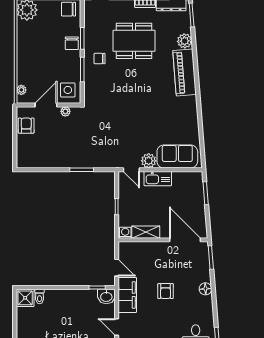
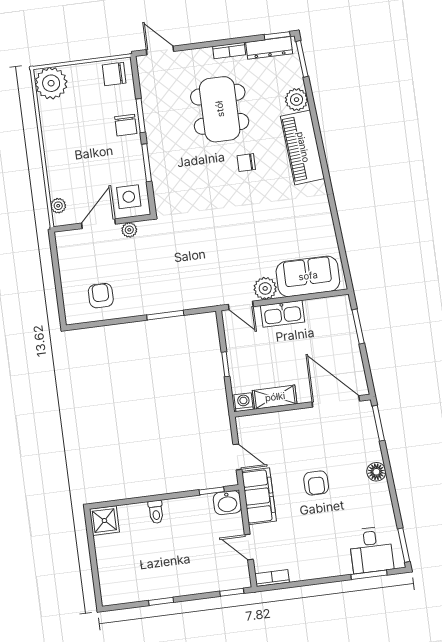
dining table: (134, 41) -> (220, 109), turned 90
chair: (100, 59) -> (246, 163), moved
armchair: (26, 126) -> (101, 296), moved
toilet: (40, 297) -> (156, 512), moved

